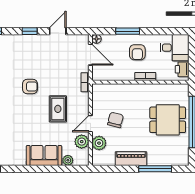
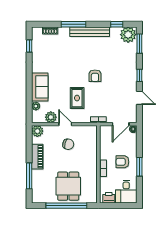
window: (128, 31) -> (139, 167), moved
rug: (58, 109) -> (77, 98), turned 90
plant: (99, 143) -> (37, 131), moved

